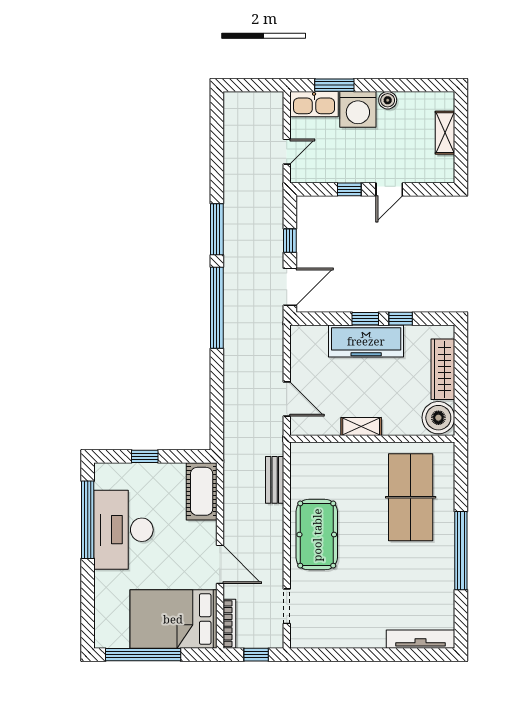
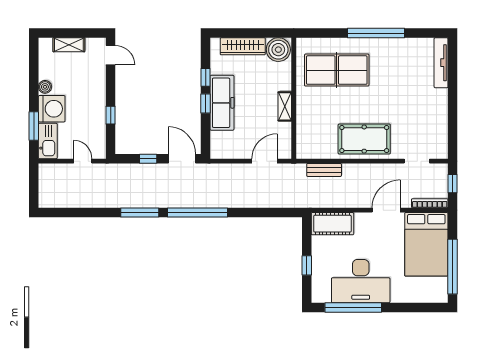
door: (389, 189) -> (111, 55), moved

